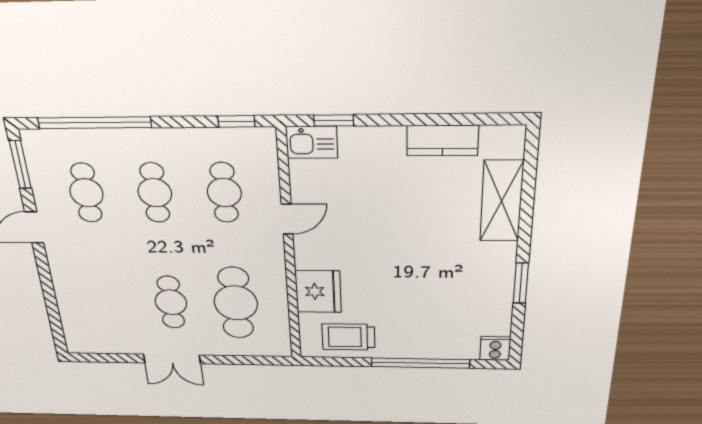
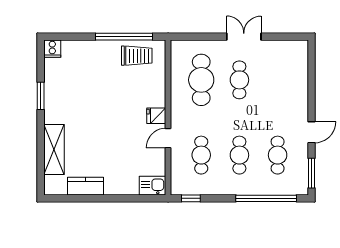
window: (334, 120) -> (141, 198), removed
fridge: (318, 292) -> (156, 116), moved, width x0.53, depth x0.75
window: (420, 363) -> (124, 37), moved

